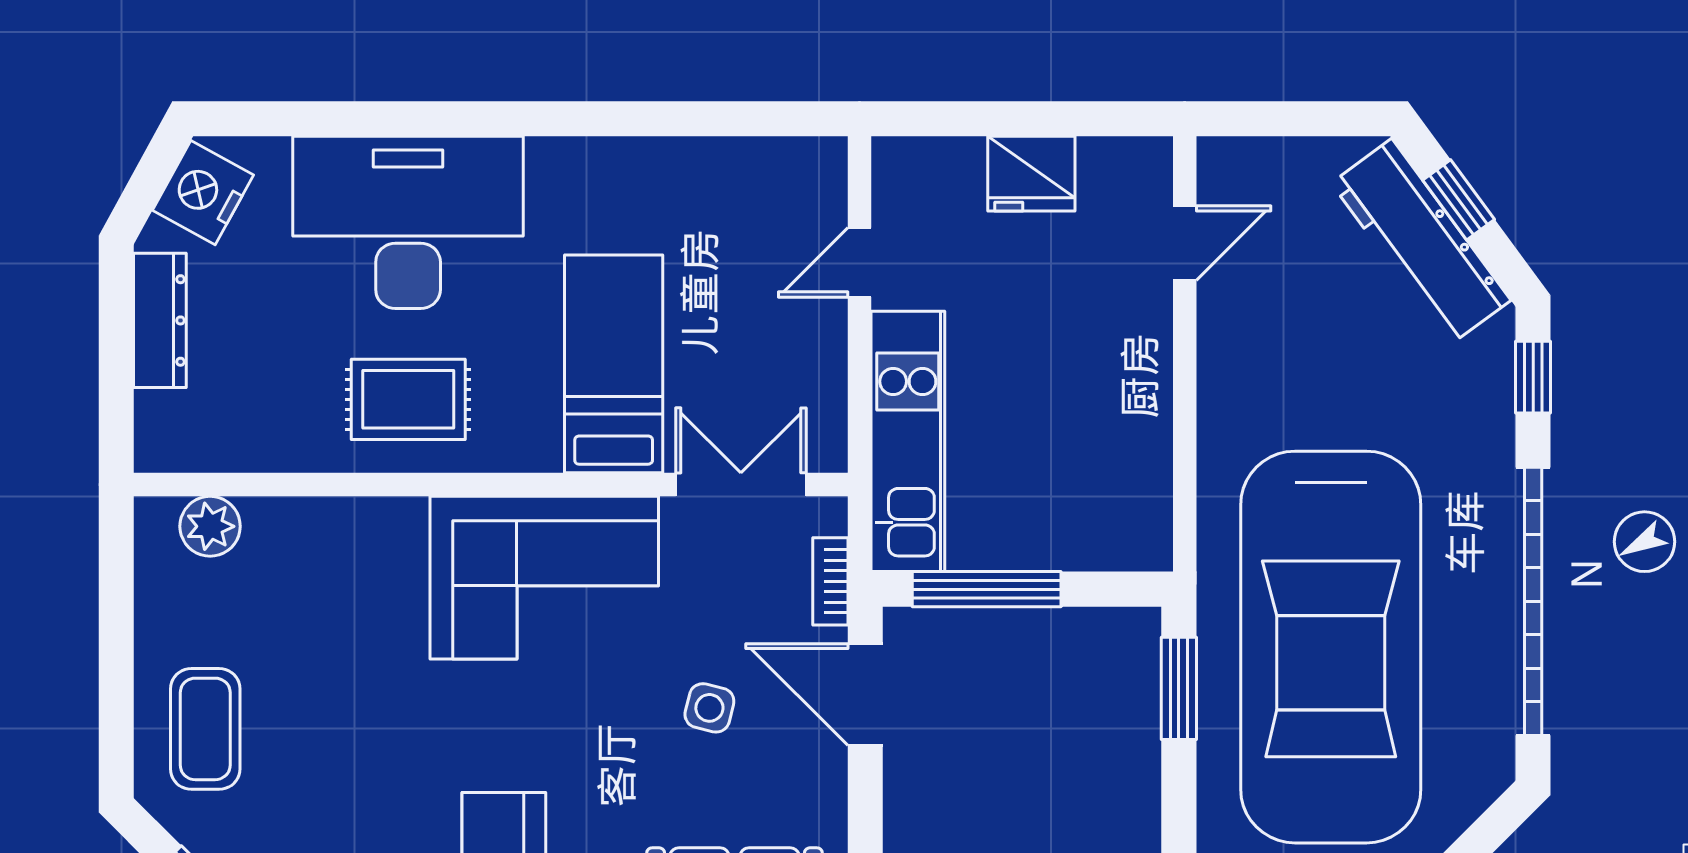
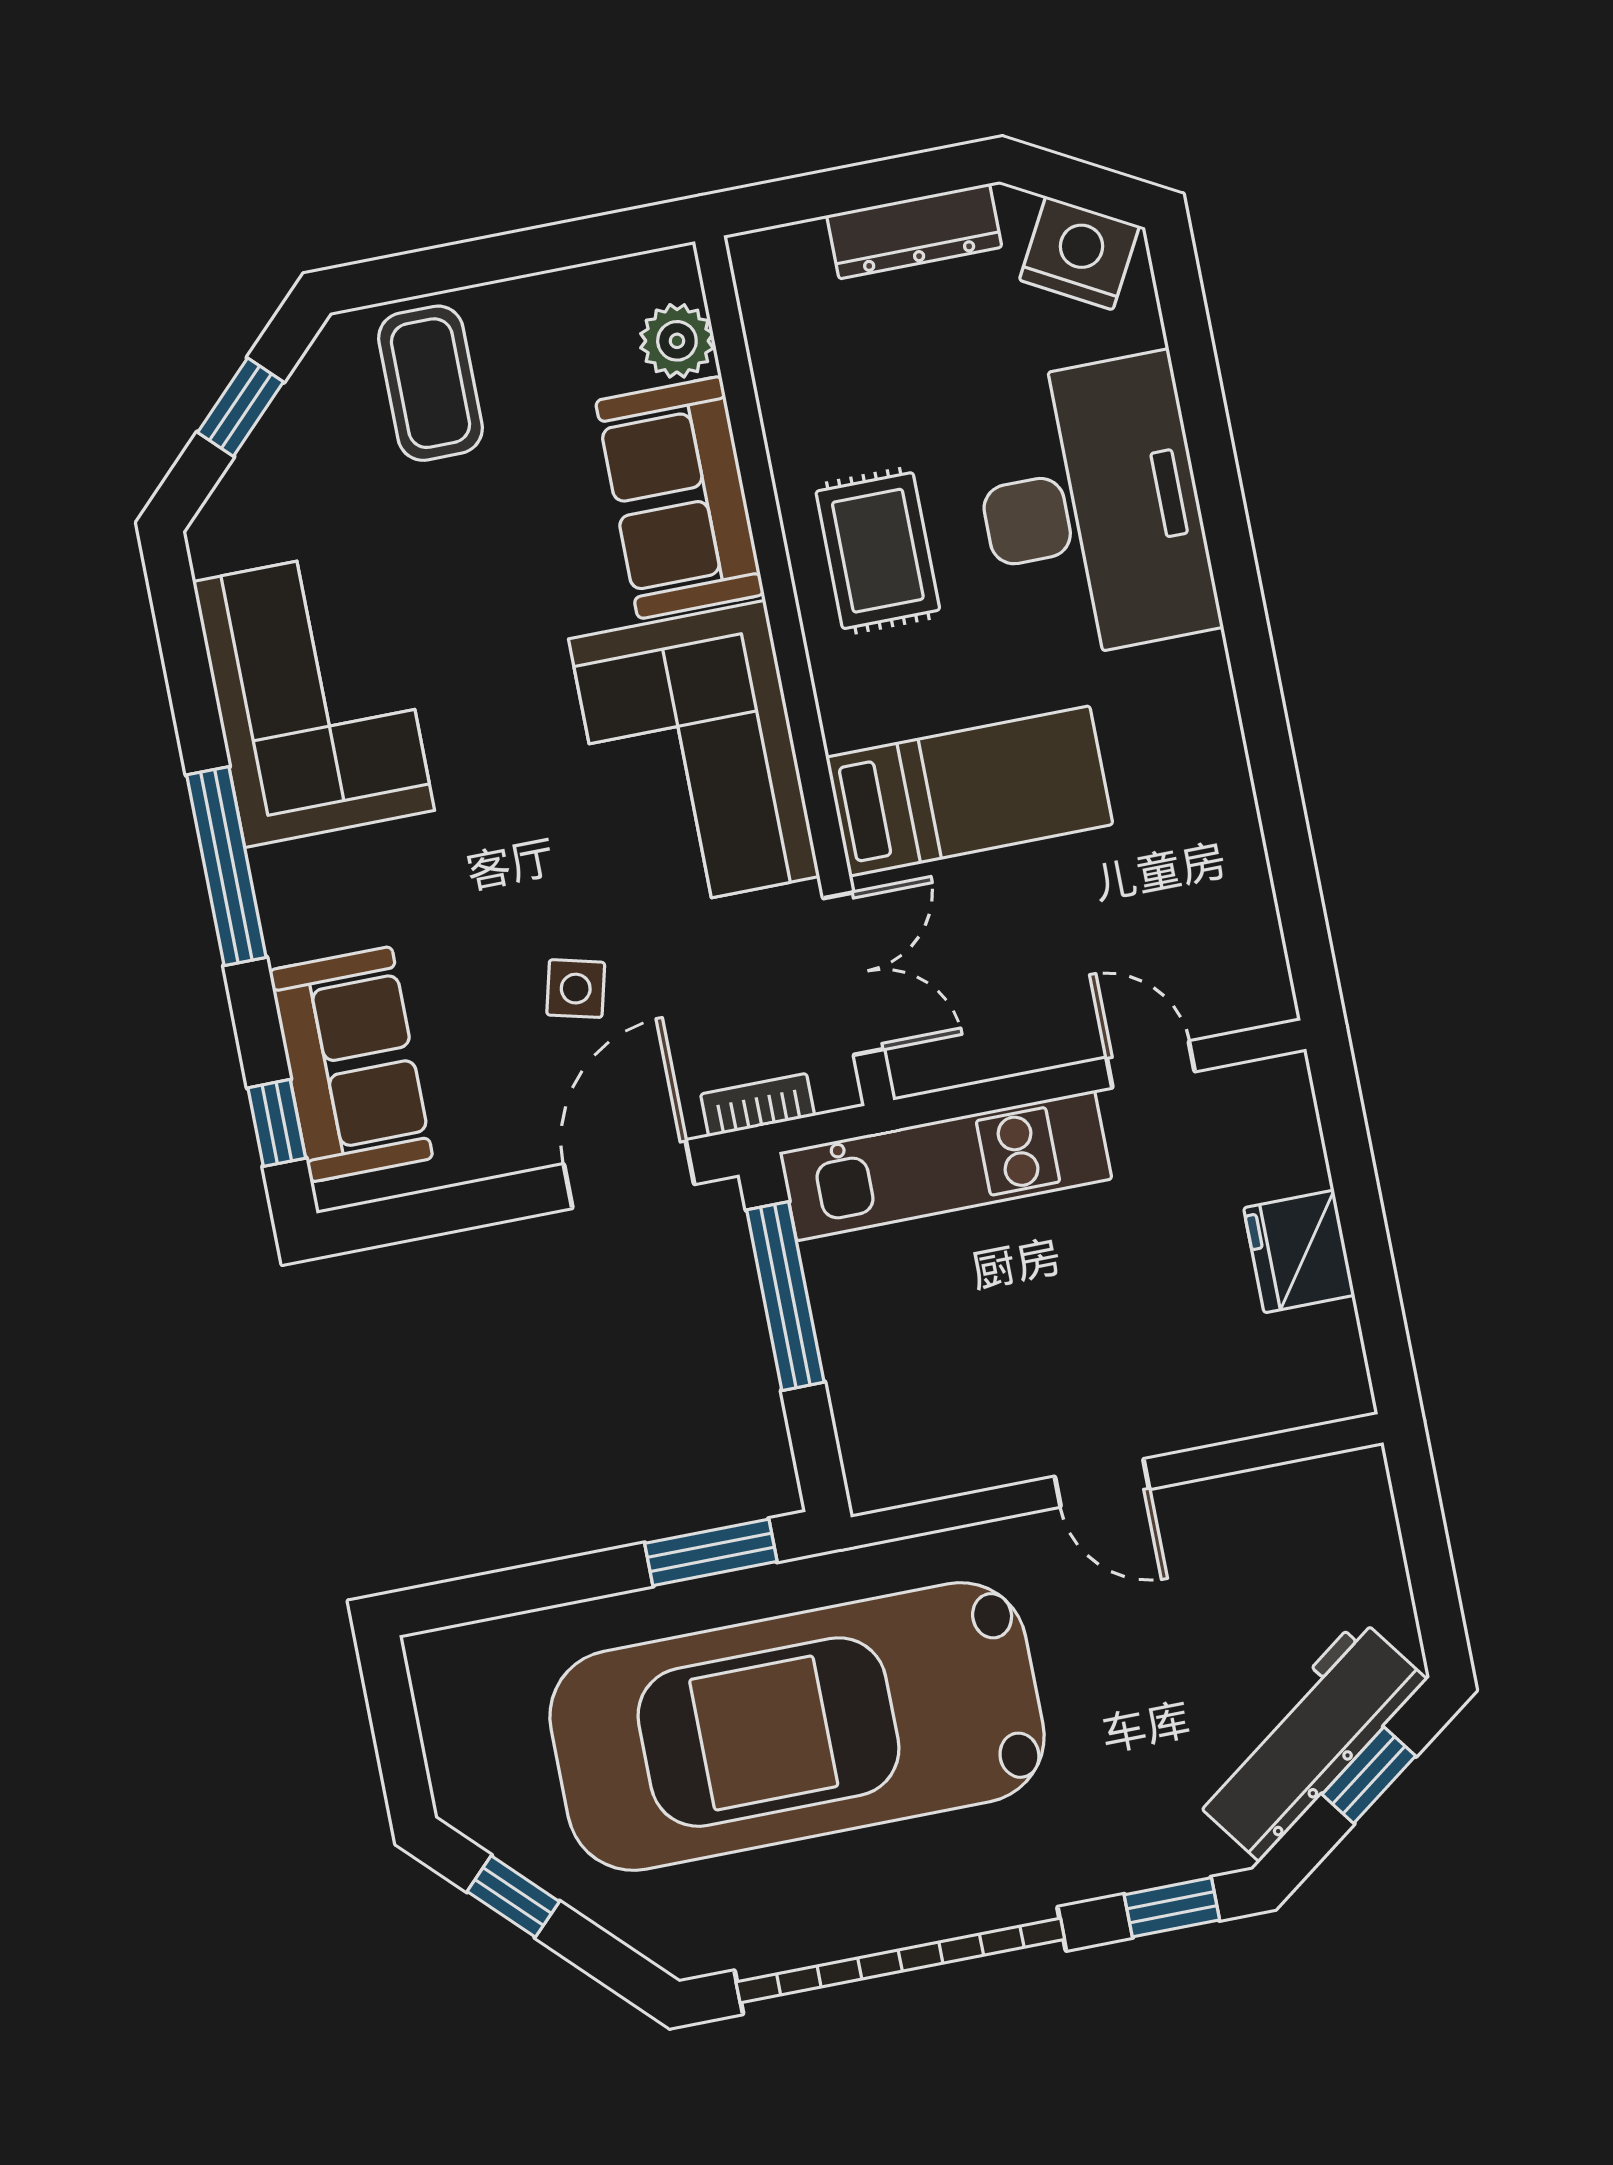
door: (1185, 243) -> (1102, 1483), moved
sofa: (335, 548) -> (680, 498), added
coffee table: (205, 729) -> (430, 383), turned 90

